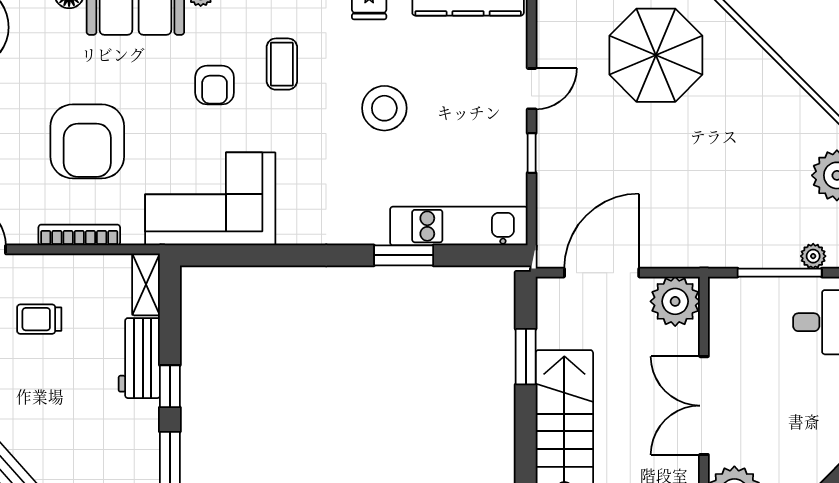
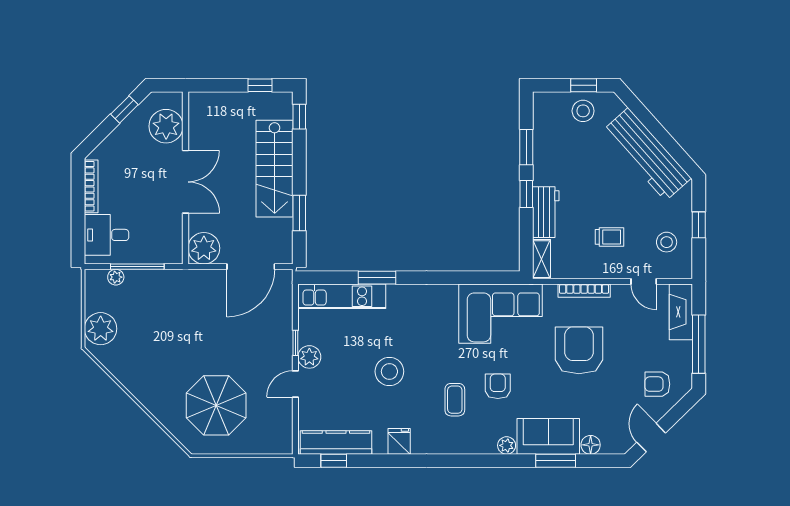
plant: (510, 131) -> (309, 357), added

